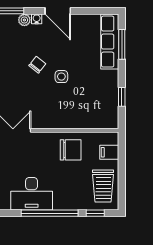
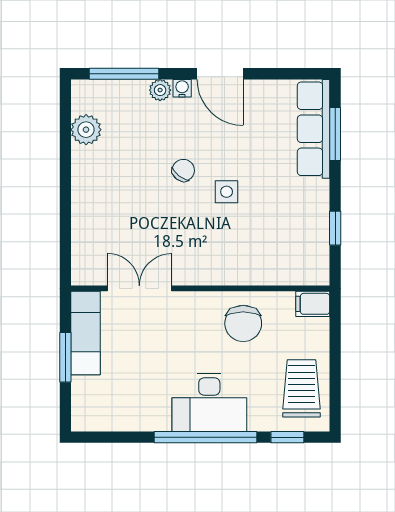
chair: (71, 150) -> (243, 323), turned 90
filing cabinet: (109, 152) -> (313, 304), moved
trolley: (103, 186) -> (301, 388), turned 180
desk: (32, 194) -> (209, 402), moved

